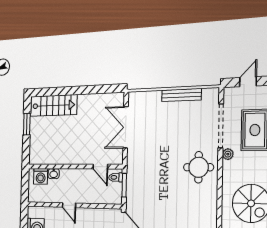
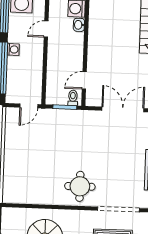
plant: (228, 154) -> (91, 216), removed
door: (69, 205) -> (46, 29), moved

